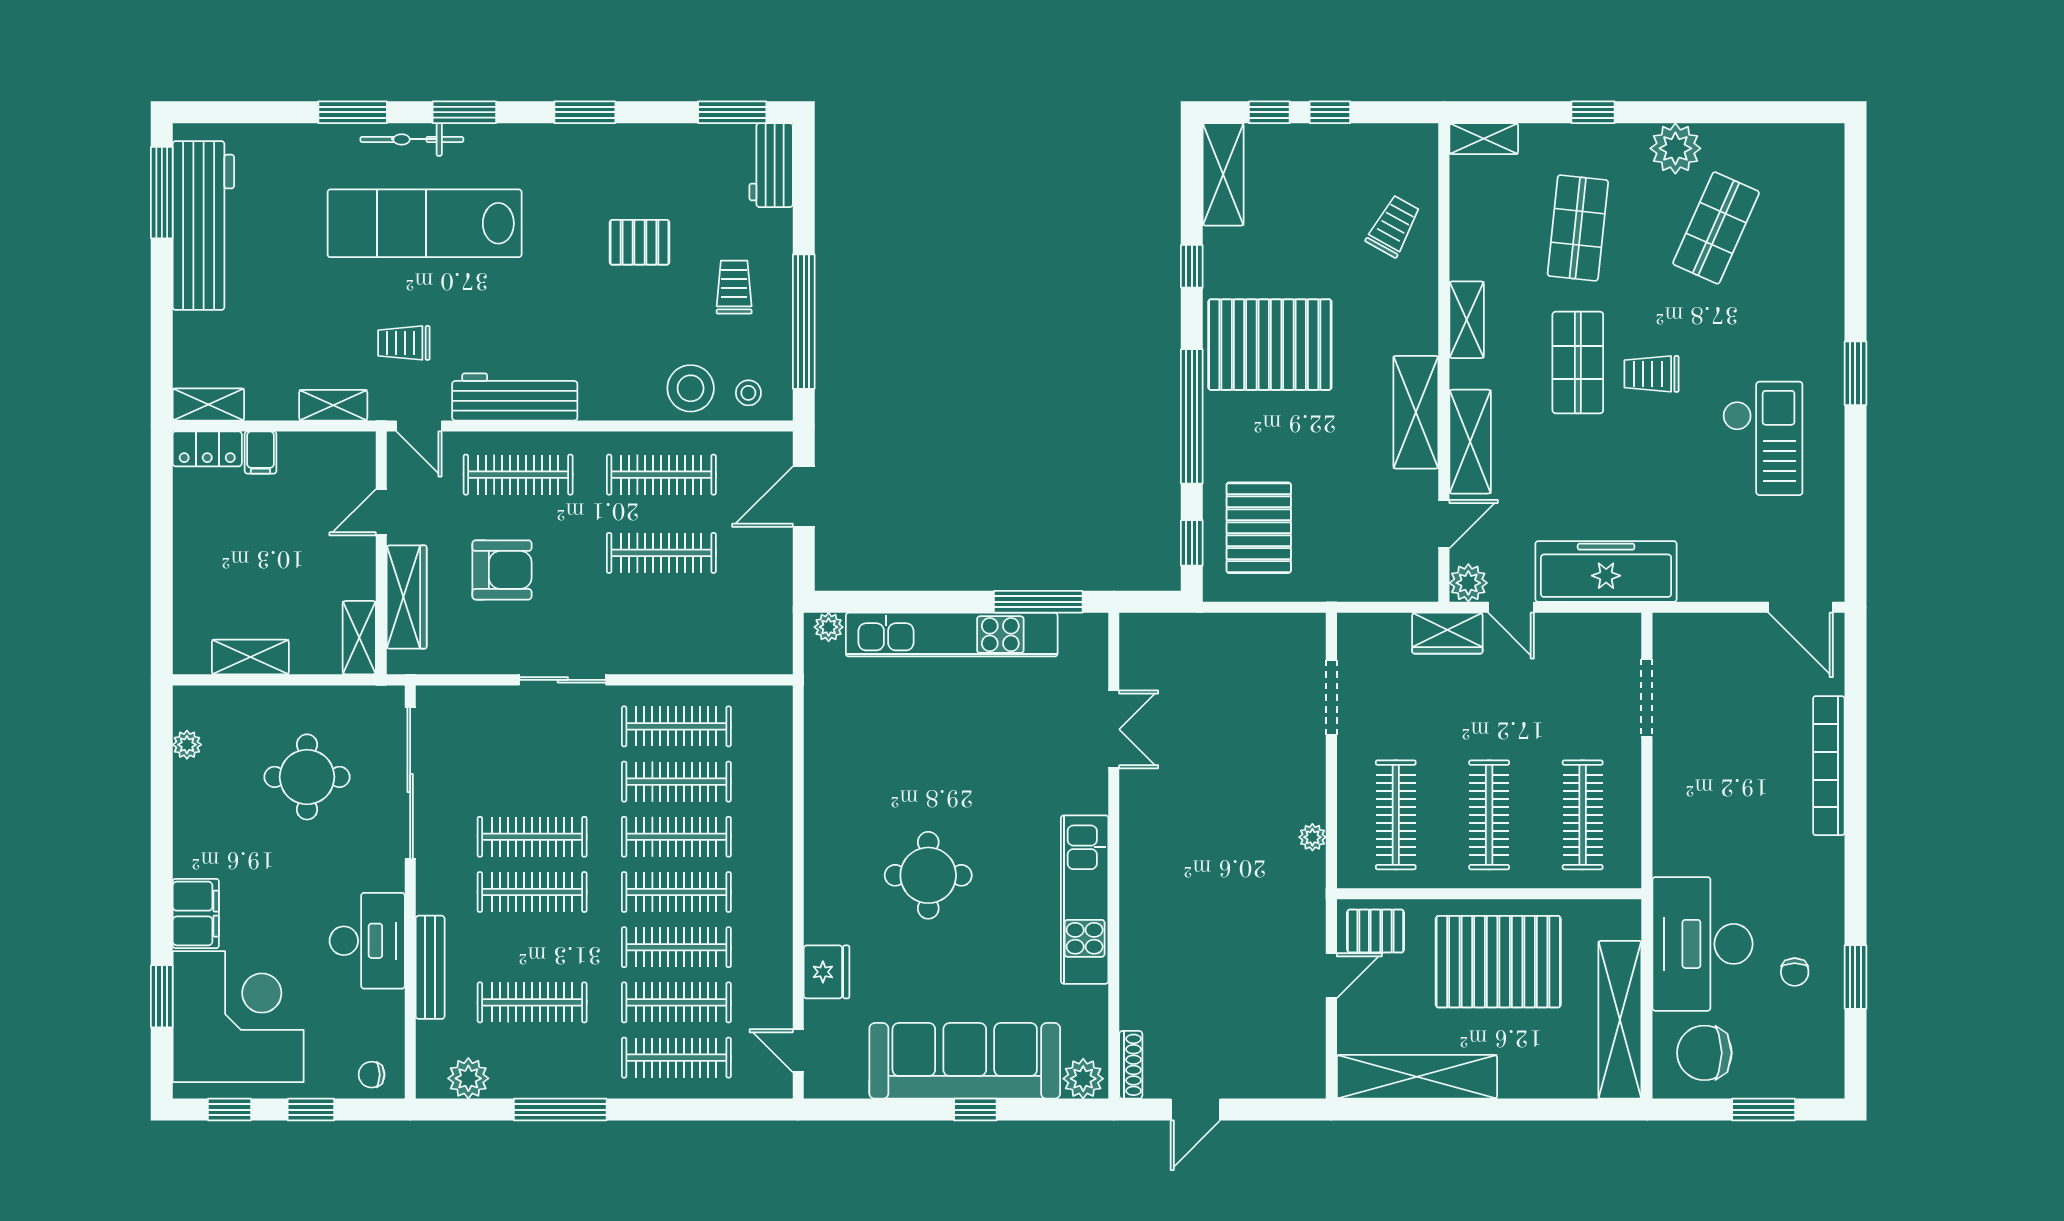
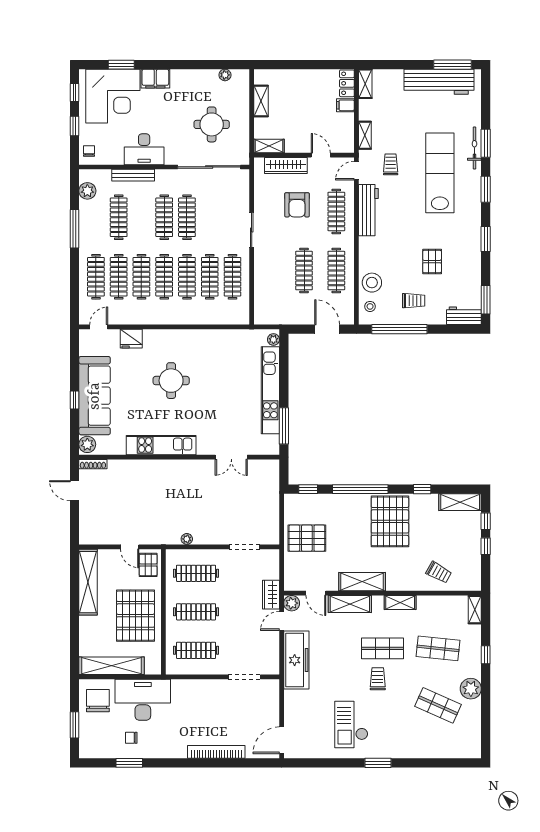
bicycle: (412, 139) -> (474, 148), moved
checkout: (1763, 438) -> (351, 725), turned 90
pallet: (1259, 528) -> (307, 538), moved

